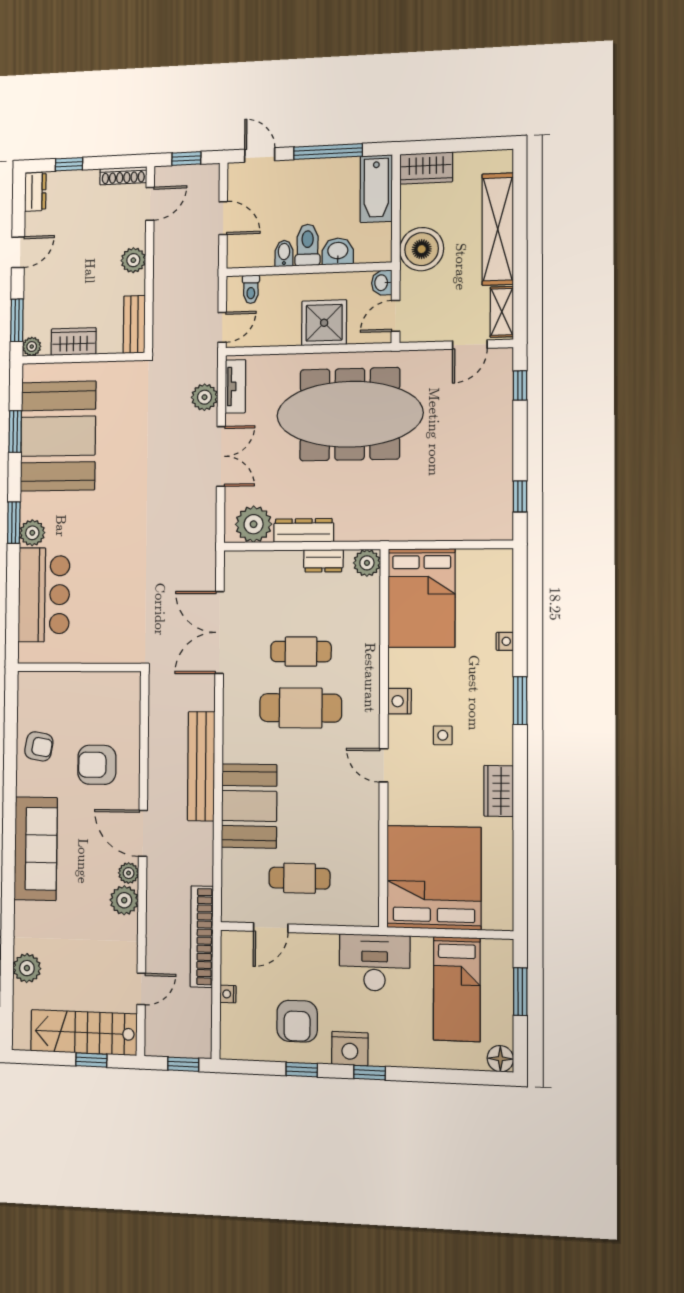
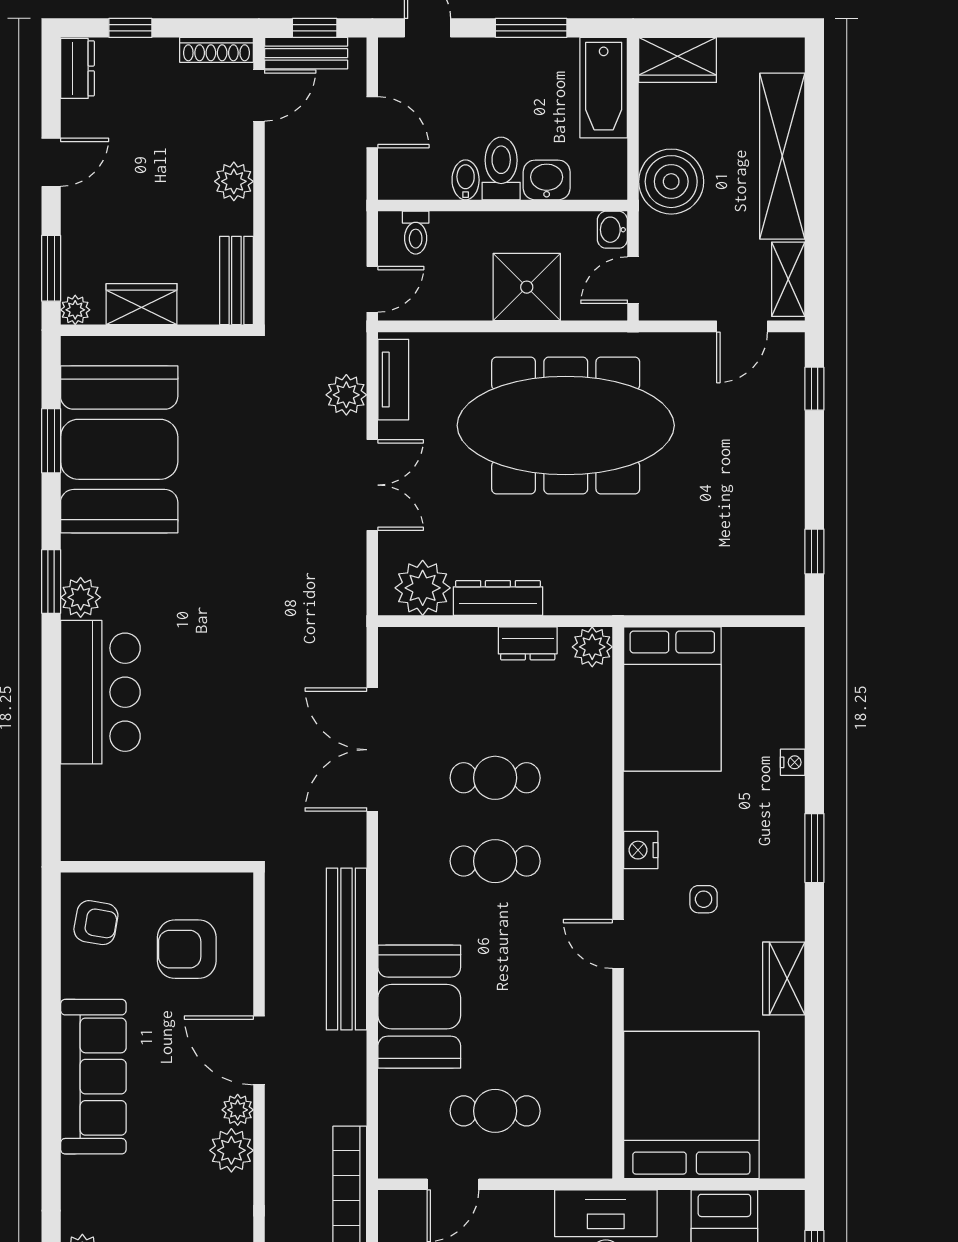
window: (328, 152) -> (531, 28), width x0.69
bench: (181, 175) -> (306, 53), added
wall: (79, 667) -> (157, 867), moved
cafe table: (301, 708) -> (495, 861), width x0.73, depth x0.74

